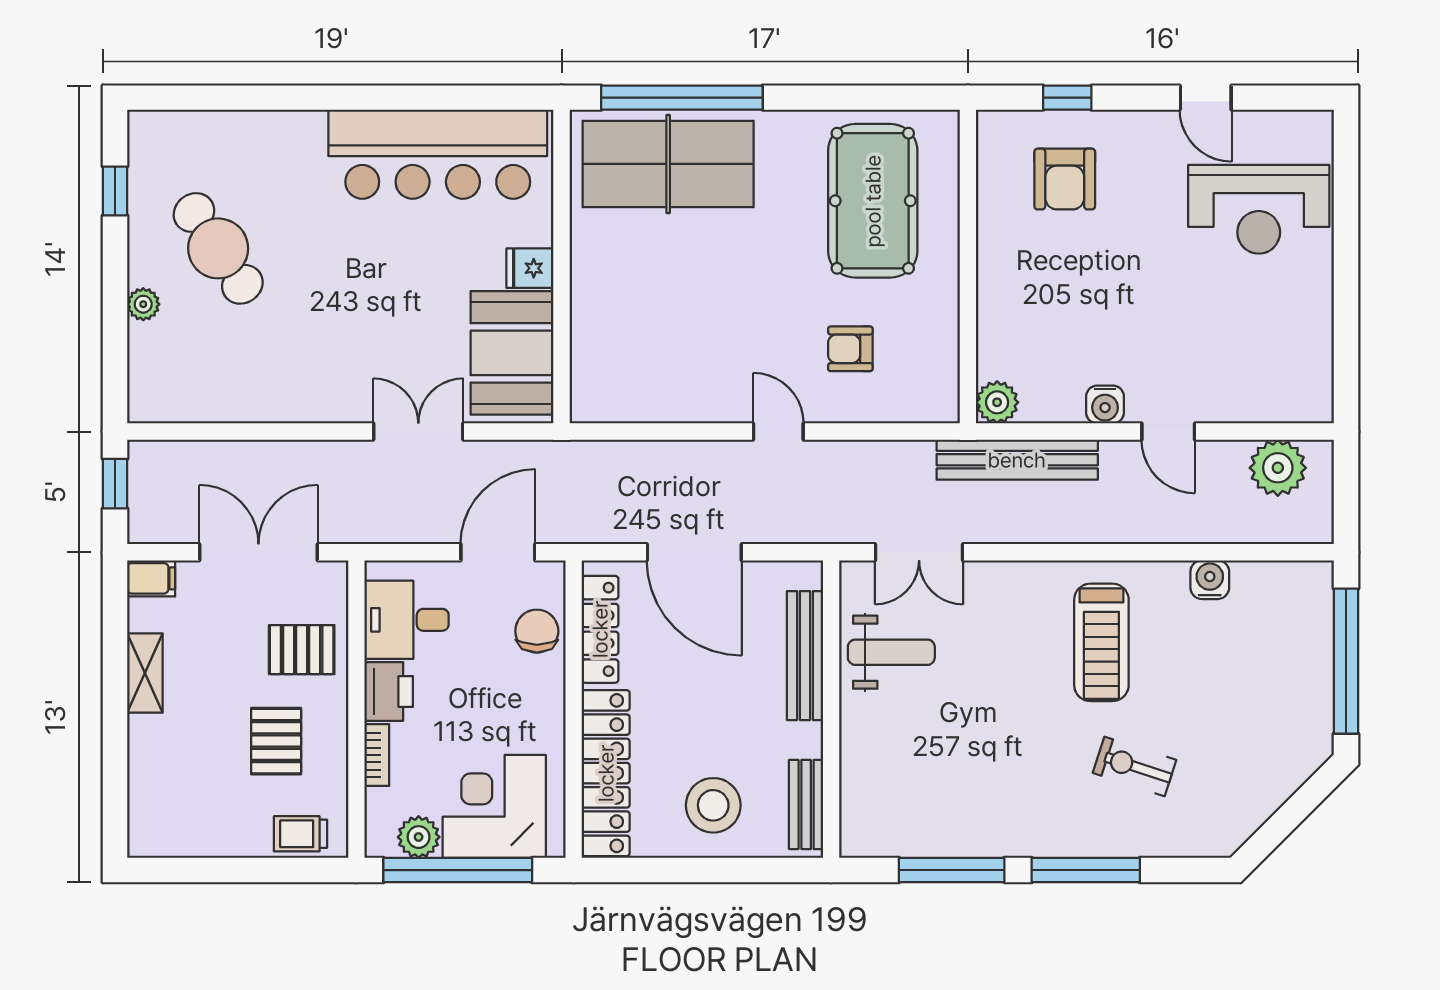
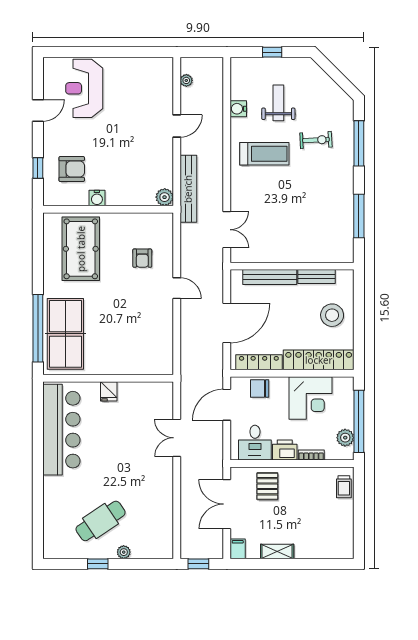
window: (115, 191) -> (98, 564), moved
pool table: (873, 201) -> (81, 249), turned 90
reception desk: (1259, 209) -> (84, 88), turned 180
booth: (512, 353) -> (144, 399), removed
water cooler: (1105, 405) -> (97, 198), moved, turned 90
door: (778, 432) -> (177, 288), swing flipped
plant: (1278, 468) -> (186, 80), width x0.53, depth x0.53
door: (498, 552) -> (227, 405), hinge flipped
weight bench: (891, 652) -> (278, 103), moved
window: (1346, 661) -> (272, 52), width x0.32
pallet: (276, 741) -> (305, 497), removed
exercise bike: (1135, 766) -> (316, 140), turned -111
bench: (806, 805) -> (316, 277), moved
corner desk: (494, 806) -> (310, 398), moved, turned -90
window: (1086, 870) -> (359, 143), moved

